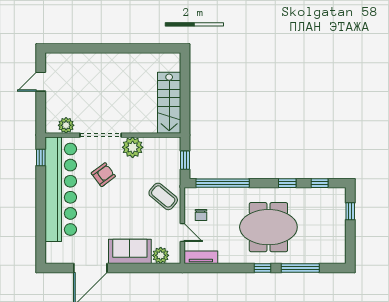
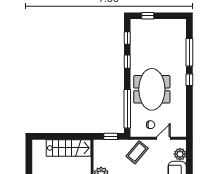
meeting table: (268, 227) -> (152, 89), moved
tv unit: (201, 257) -> (181, 125), removed

